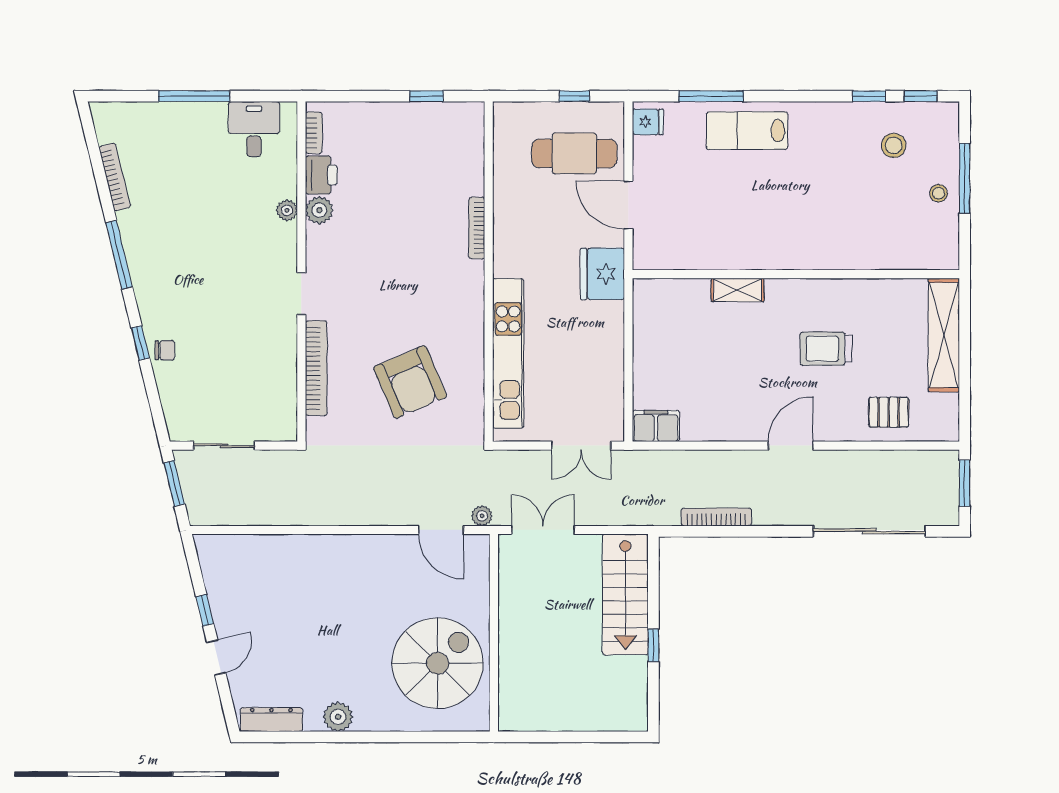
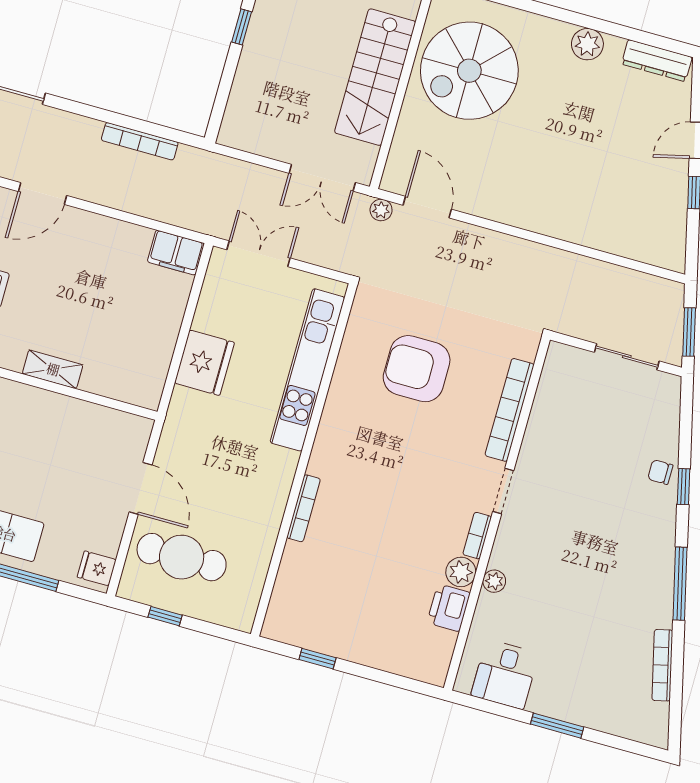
window: (194, 96) -> (557, 726), width x0.69
bookcase: (314, 133) -> (477, 536), moved
fridge: (602, 274) -> (204, 363), moved
armchair: (410, 382) -> (417, 369), turned -67
stairs: (625, 594) -> (375, 77), moved, turned 180

